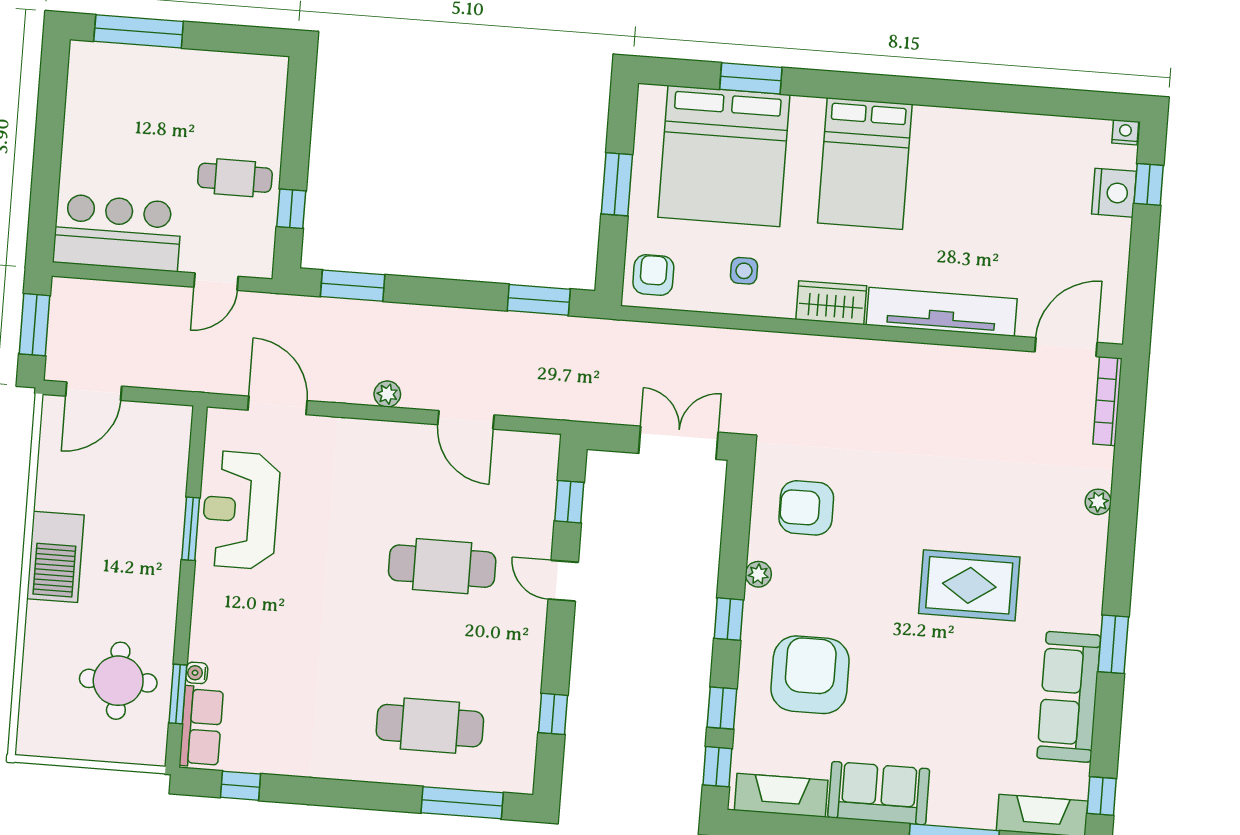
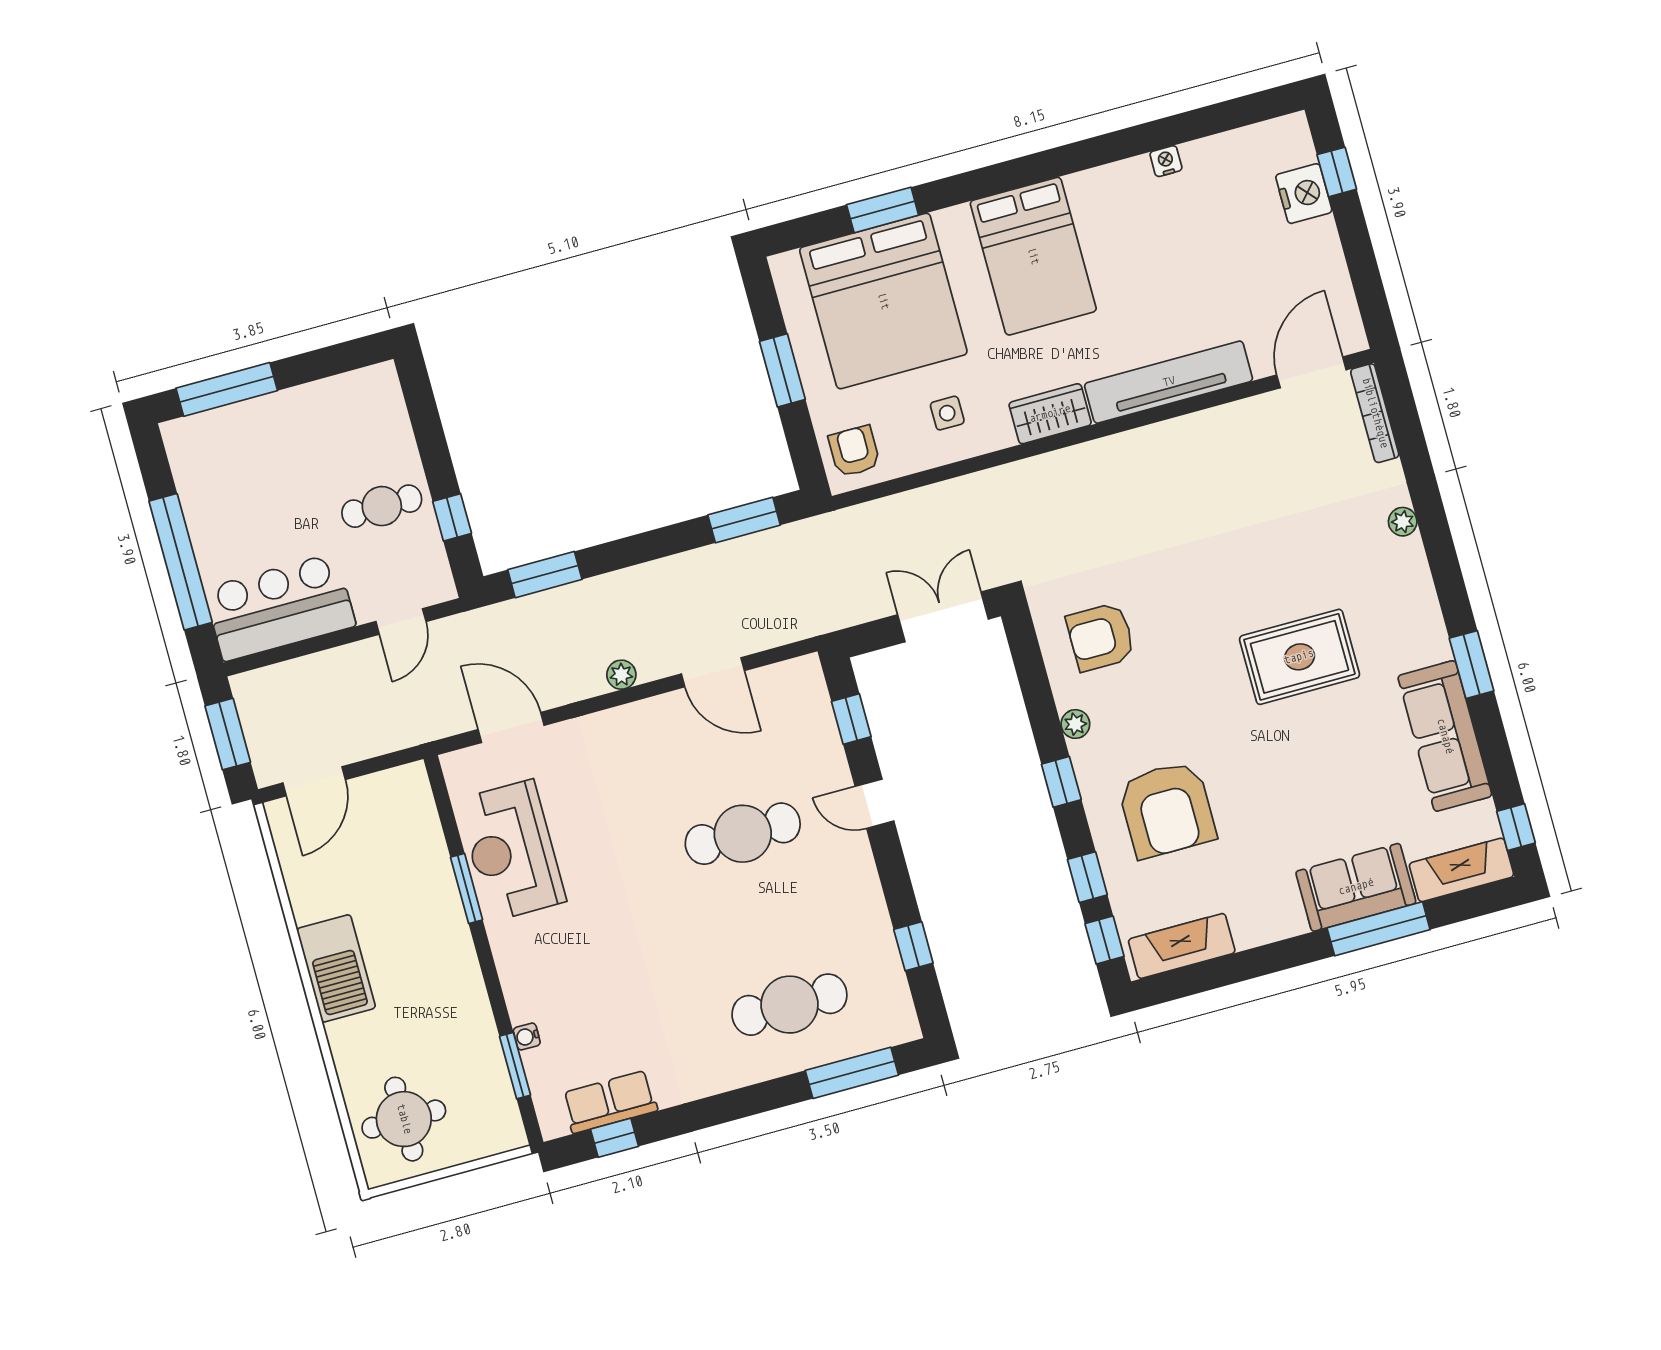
nightstand: (1125, 132) -> (1166, 161), moved
window: (47, 164) -> (181, 562), added
armchair: (810, 675) -> (1167, 810), turned 180
round table: (118, 681) -> (404, 1119), moved
row of seats: (201, 727) -> (610, 1102), moved, turned -90
sofa: (879, 793) -> (1356, 887), moved

